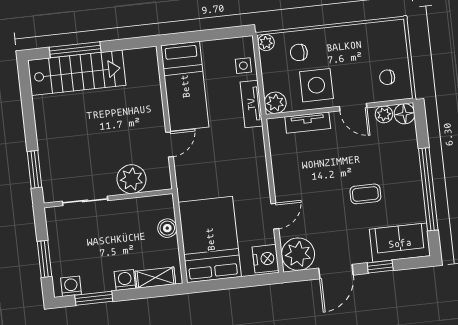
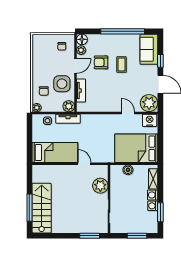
armchair: (365, 155) -> (101, 62), added
washing machine: (71, 286) -> (153, 206), moved

